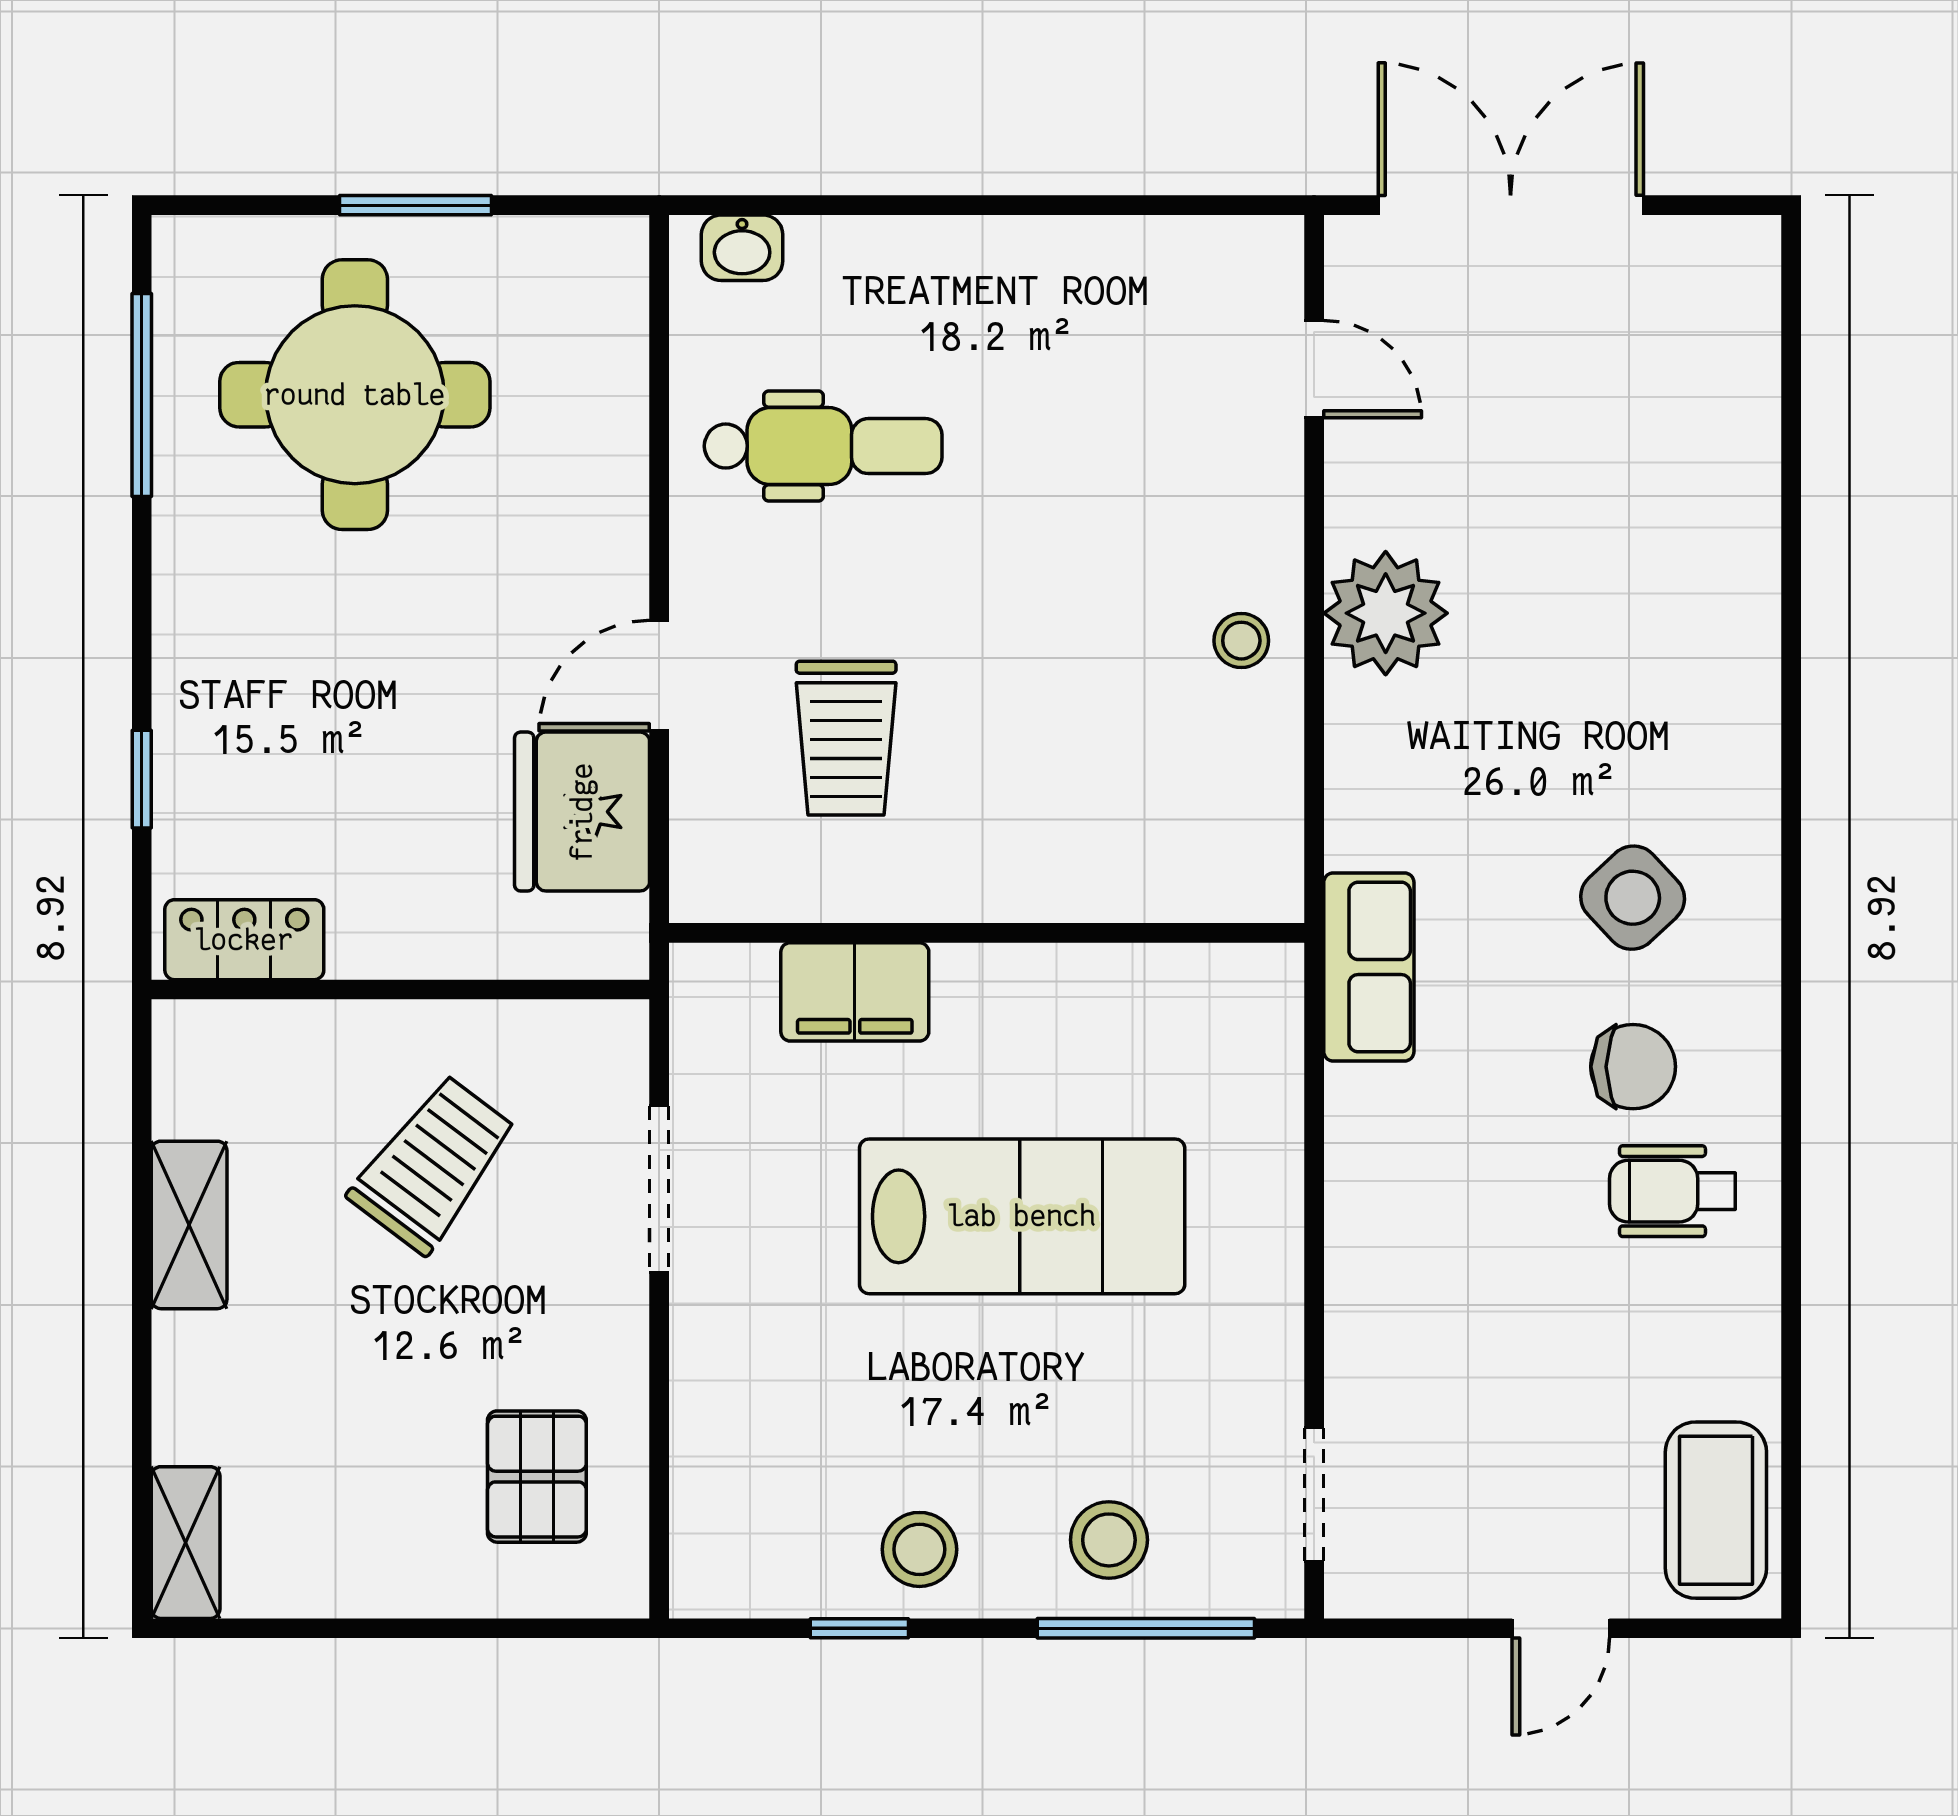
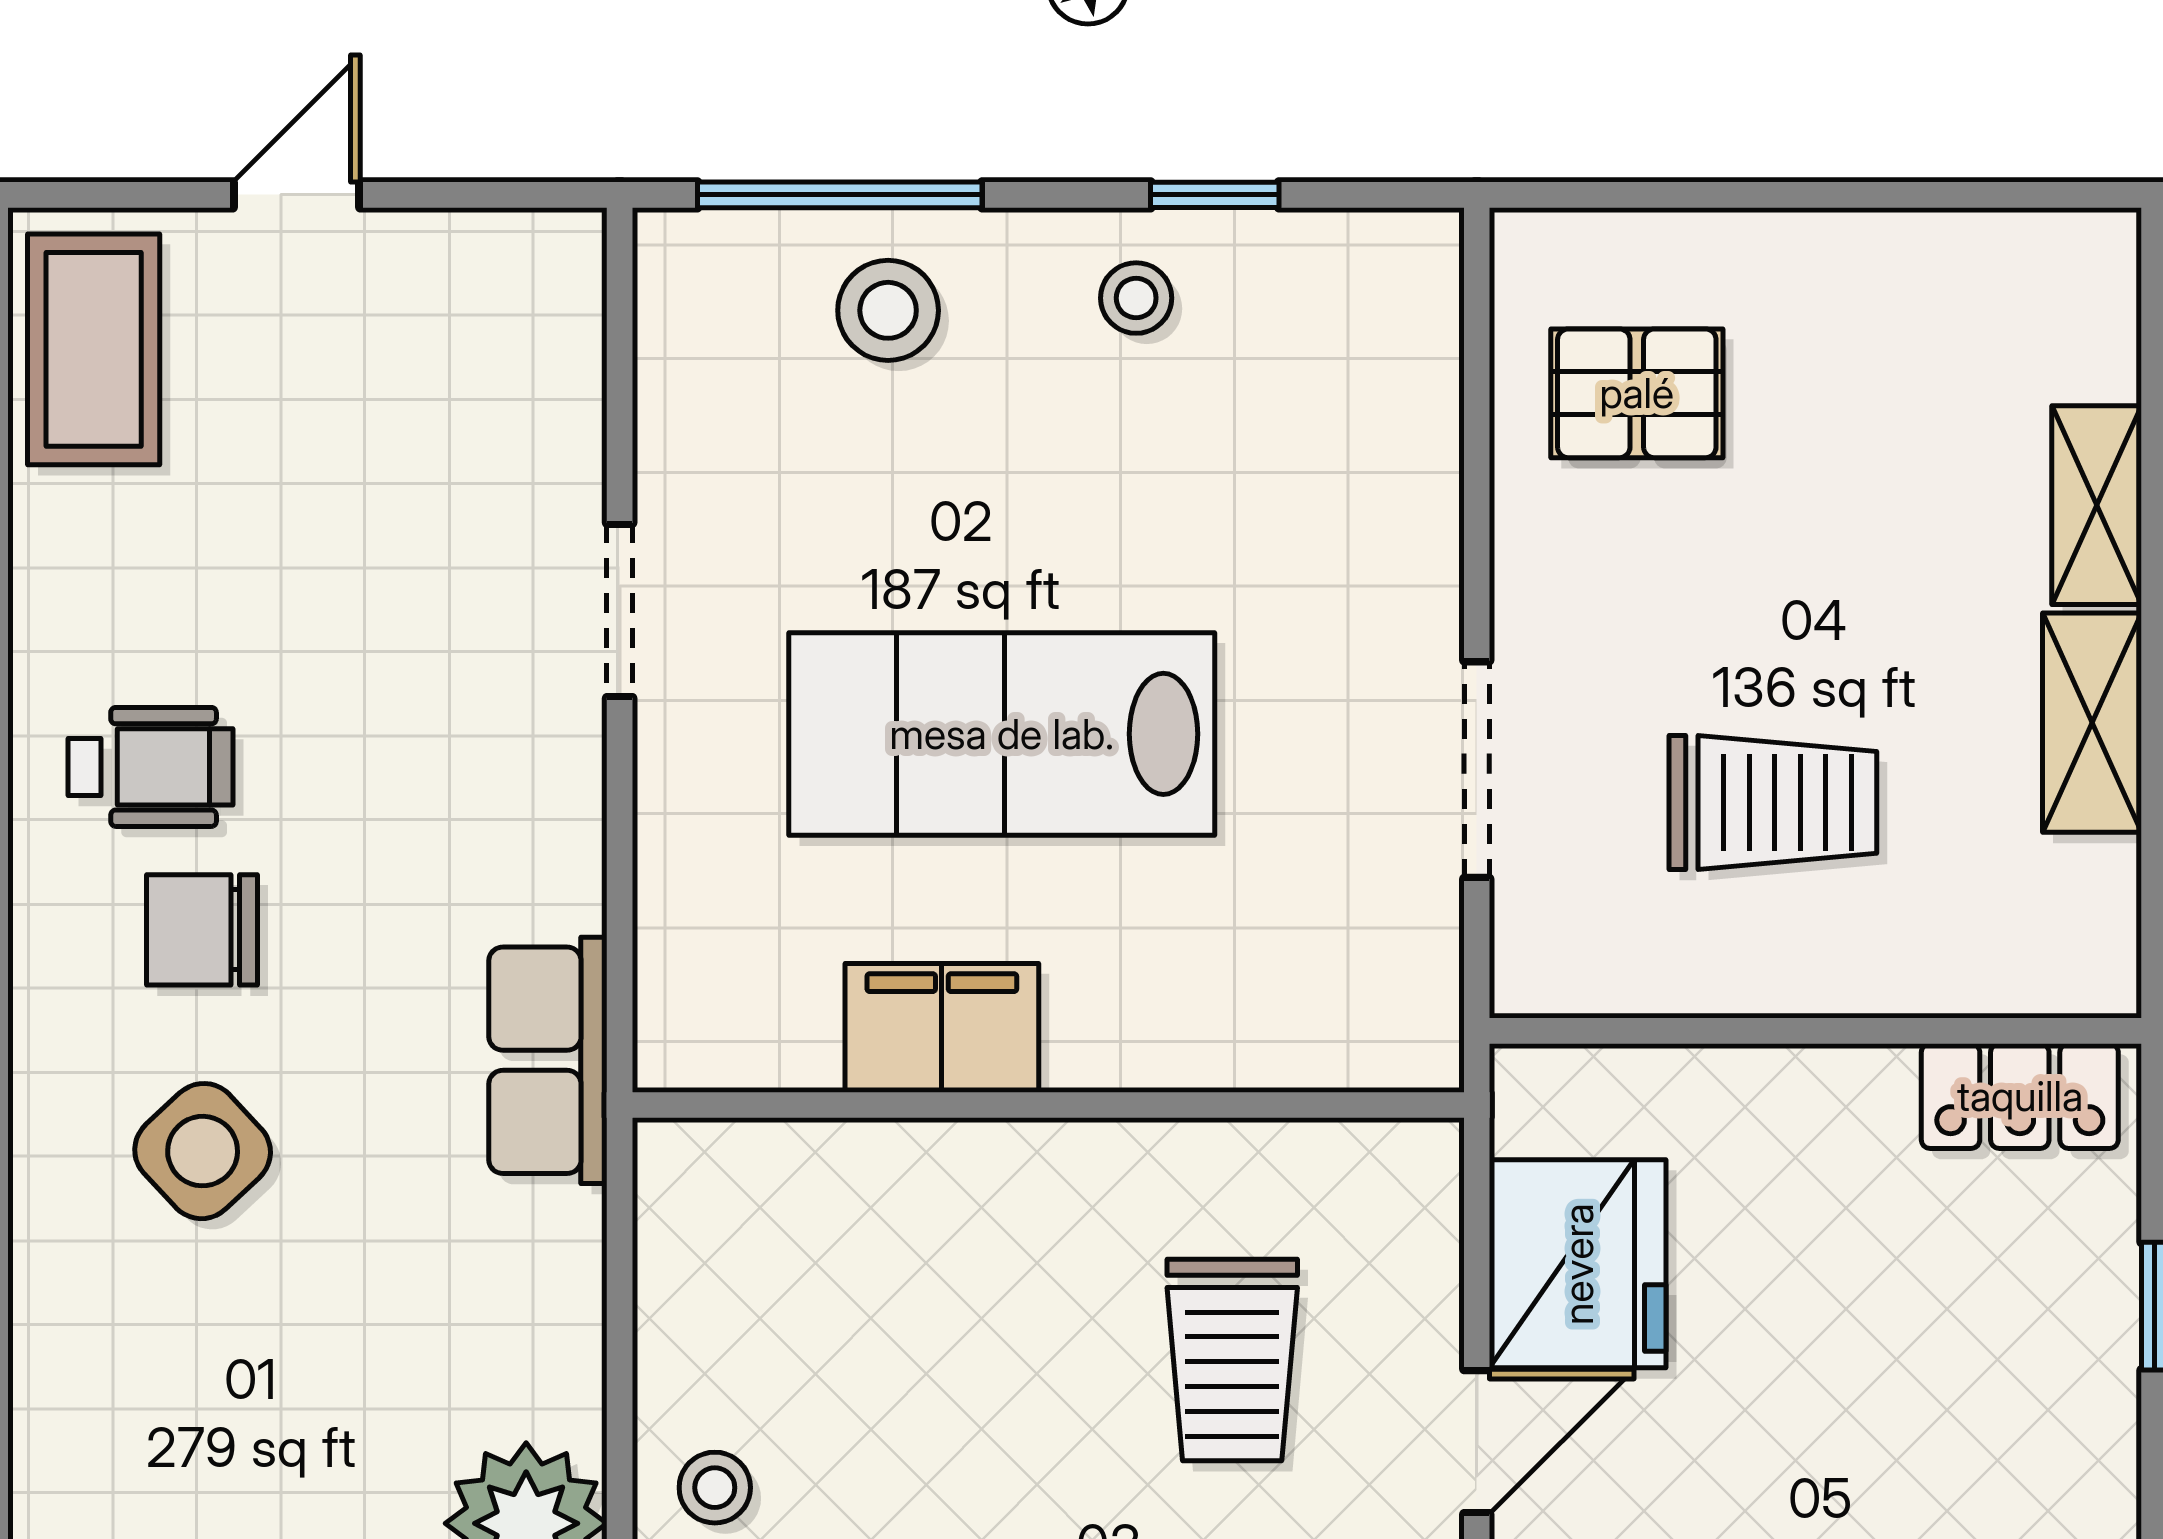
trolley: (846, 738) -> (1232, 1360), turned 180
filing cabinet: (855, 992) -> (942, 1028), moved
trolley: (433, 1164) -> (1773, 802), turned -127
pallet: (537, 1477) -> (1637, 393), turned 90
doorway: (1314, 1494) -> (620, 610), moved
shelving: (186, 1543) -> (2097, 505), moved
stool: (919, 1549) -> (1136, 298), width x0.73, depth x0.73

